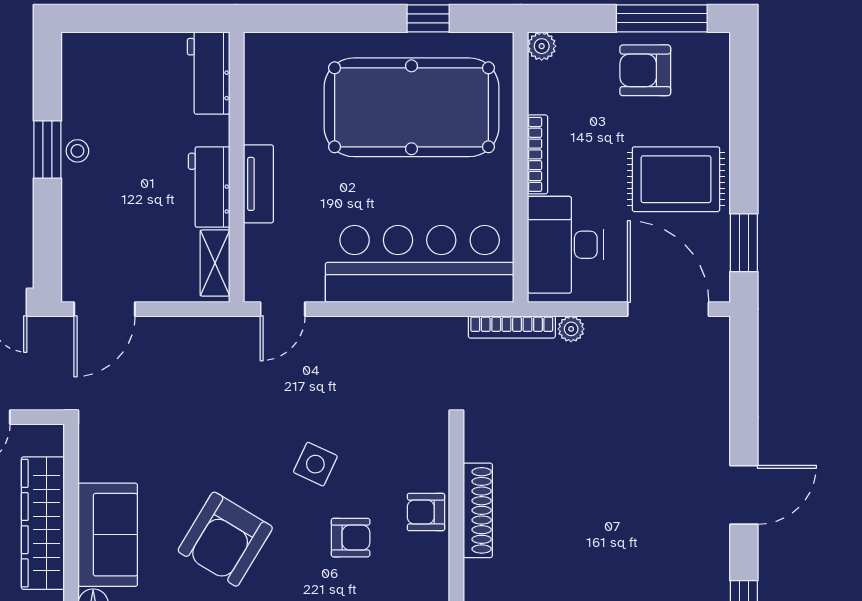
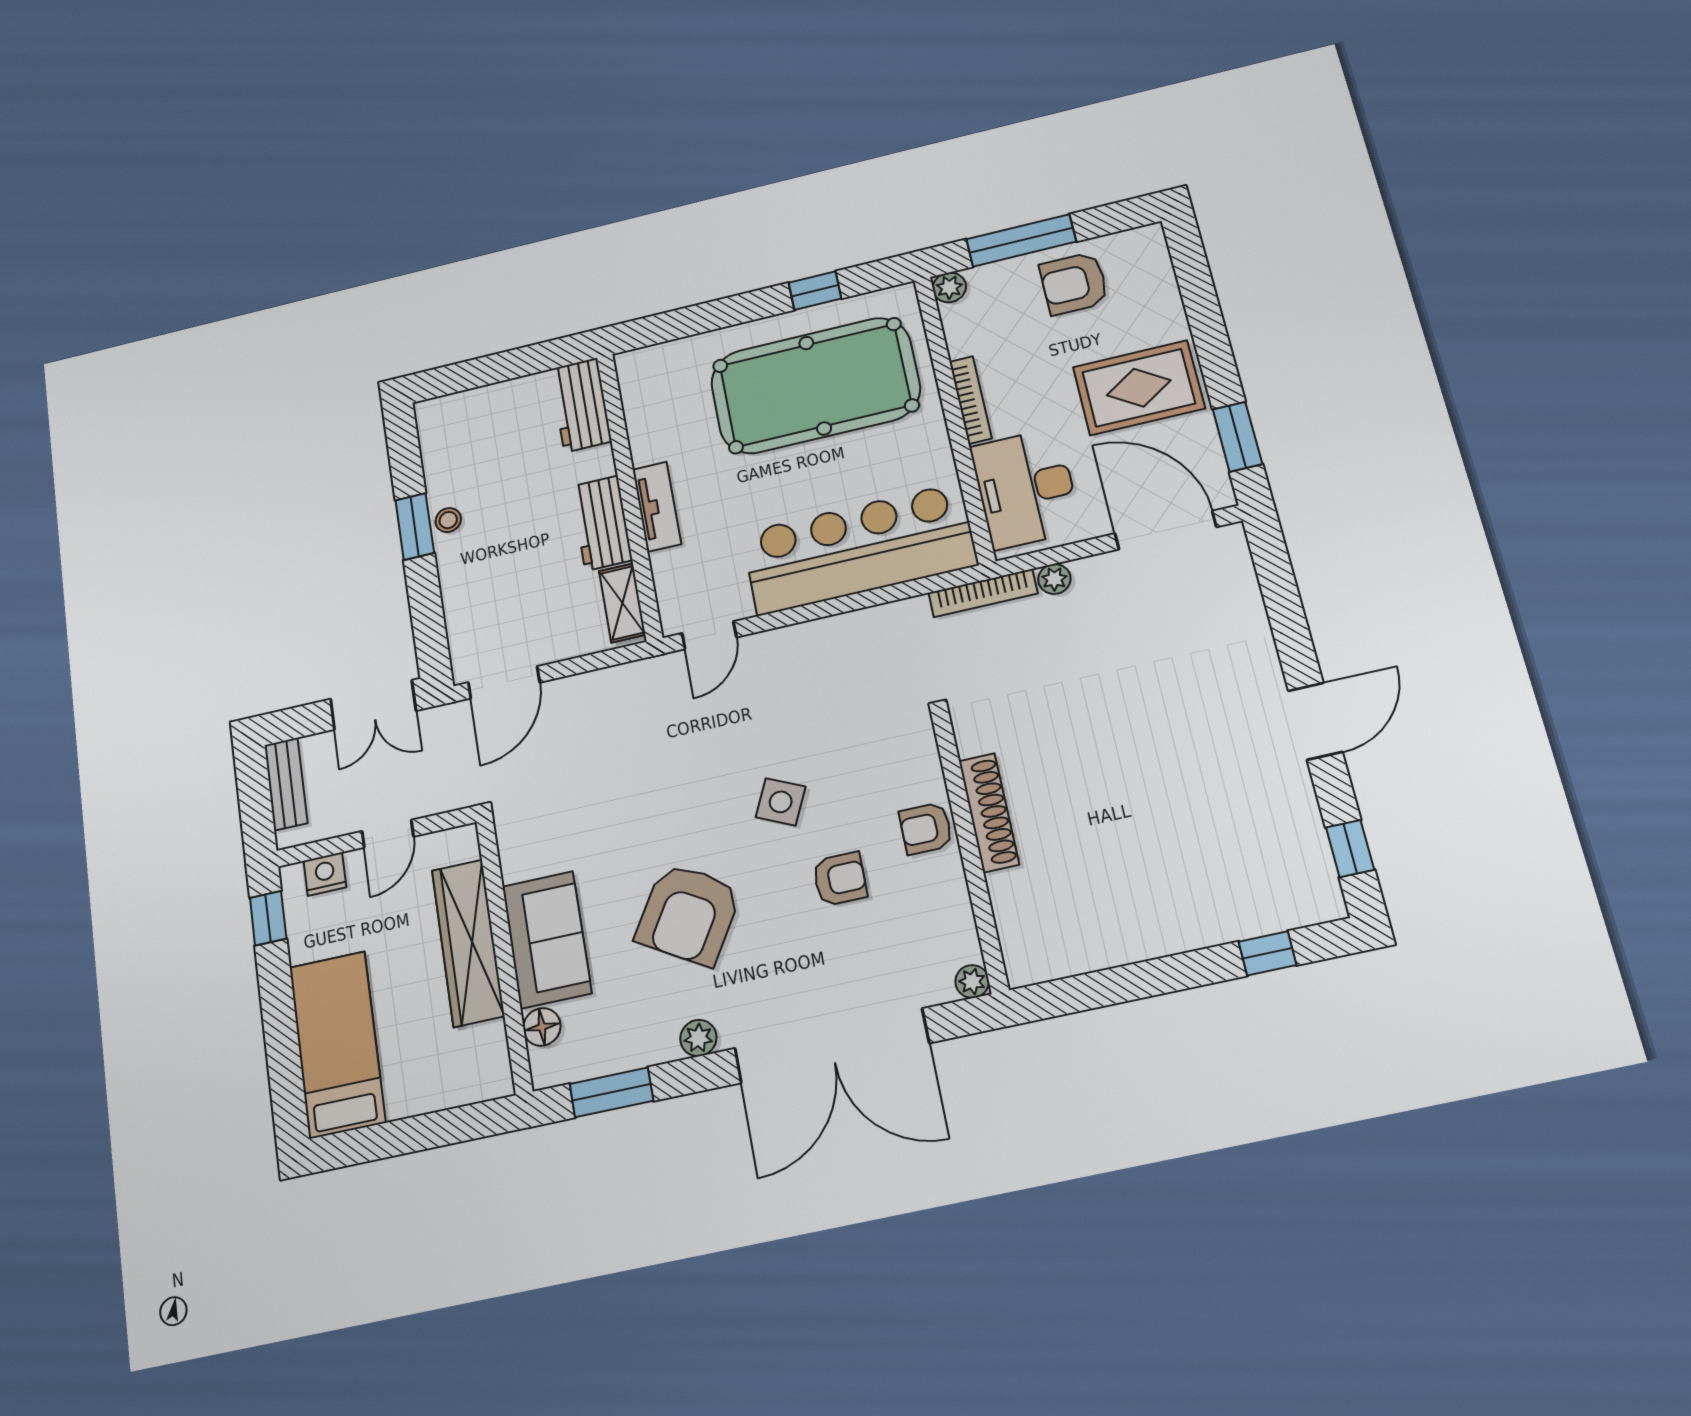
window: (662, 18) -> (1021, 240), moved

